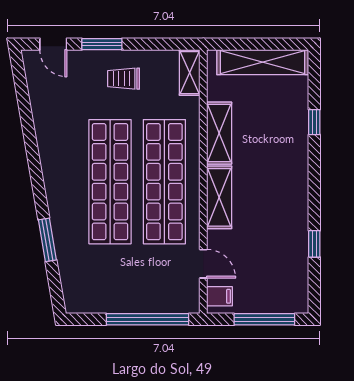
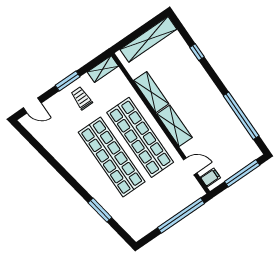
window: (102, 44) -> (68, 81), moved
shelving: (190, 73) -> (103, 69), moved, turned 90
trolley: (124, 79) -> (82, 98), turned 90
window: (314, 244) -> (241, 116), width x3.17

